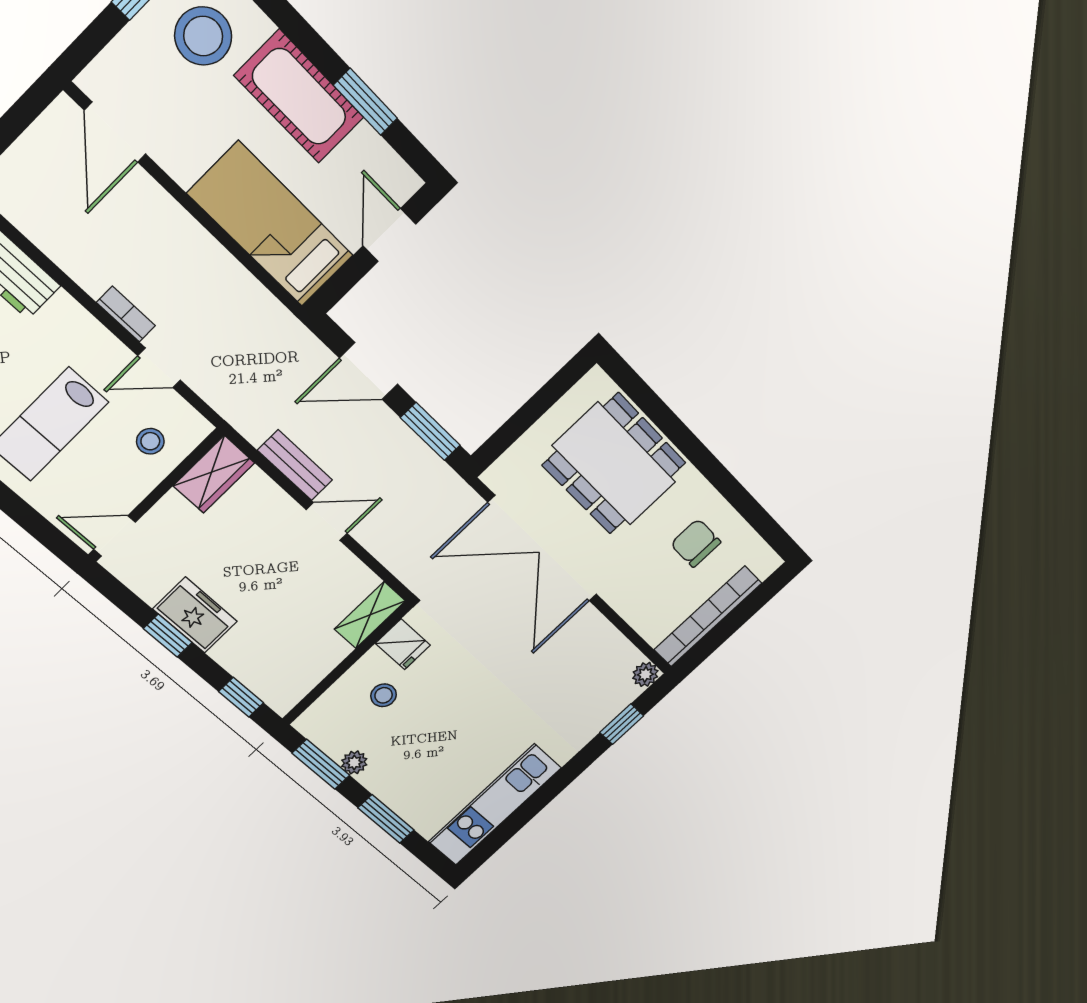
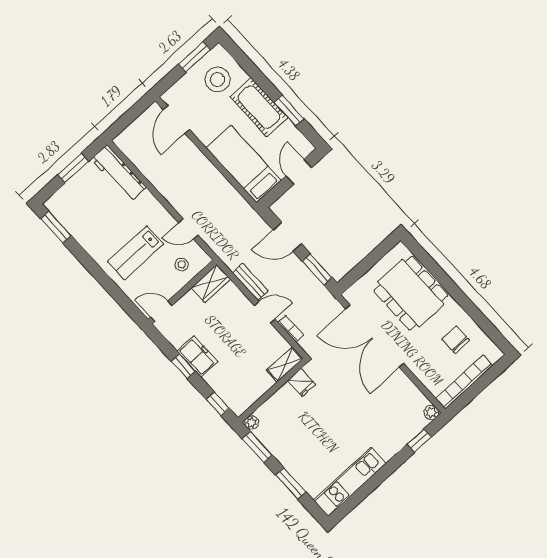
bookcase: (126, 314) -> (291, 329), moved
stool: (384, 695) -> (291, 410), removed
plant: (354, 763) -> (252, 423), moved

